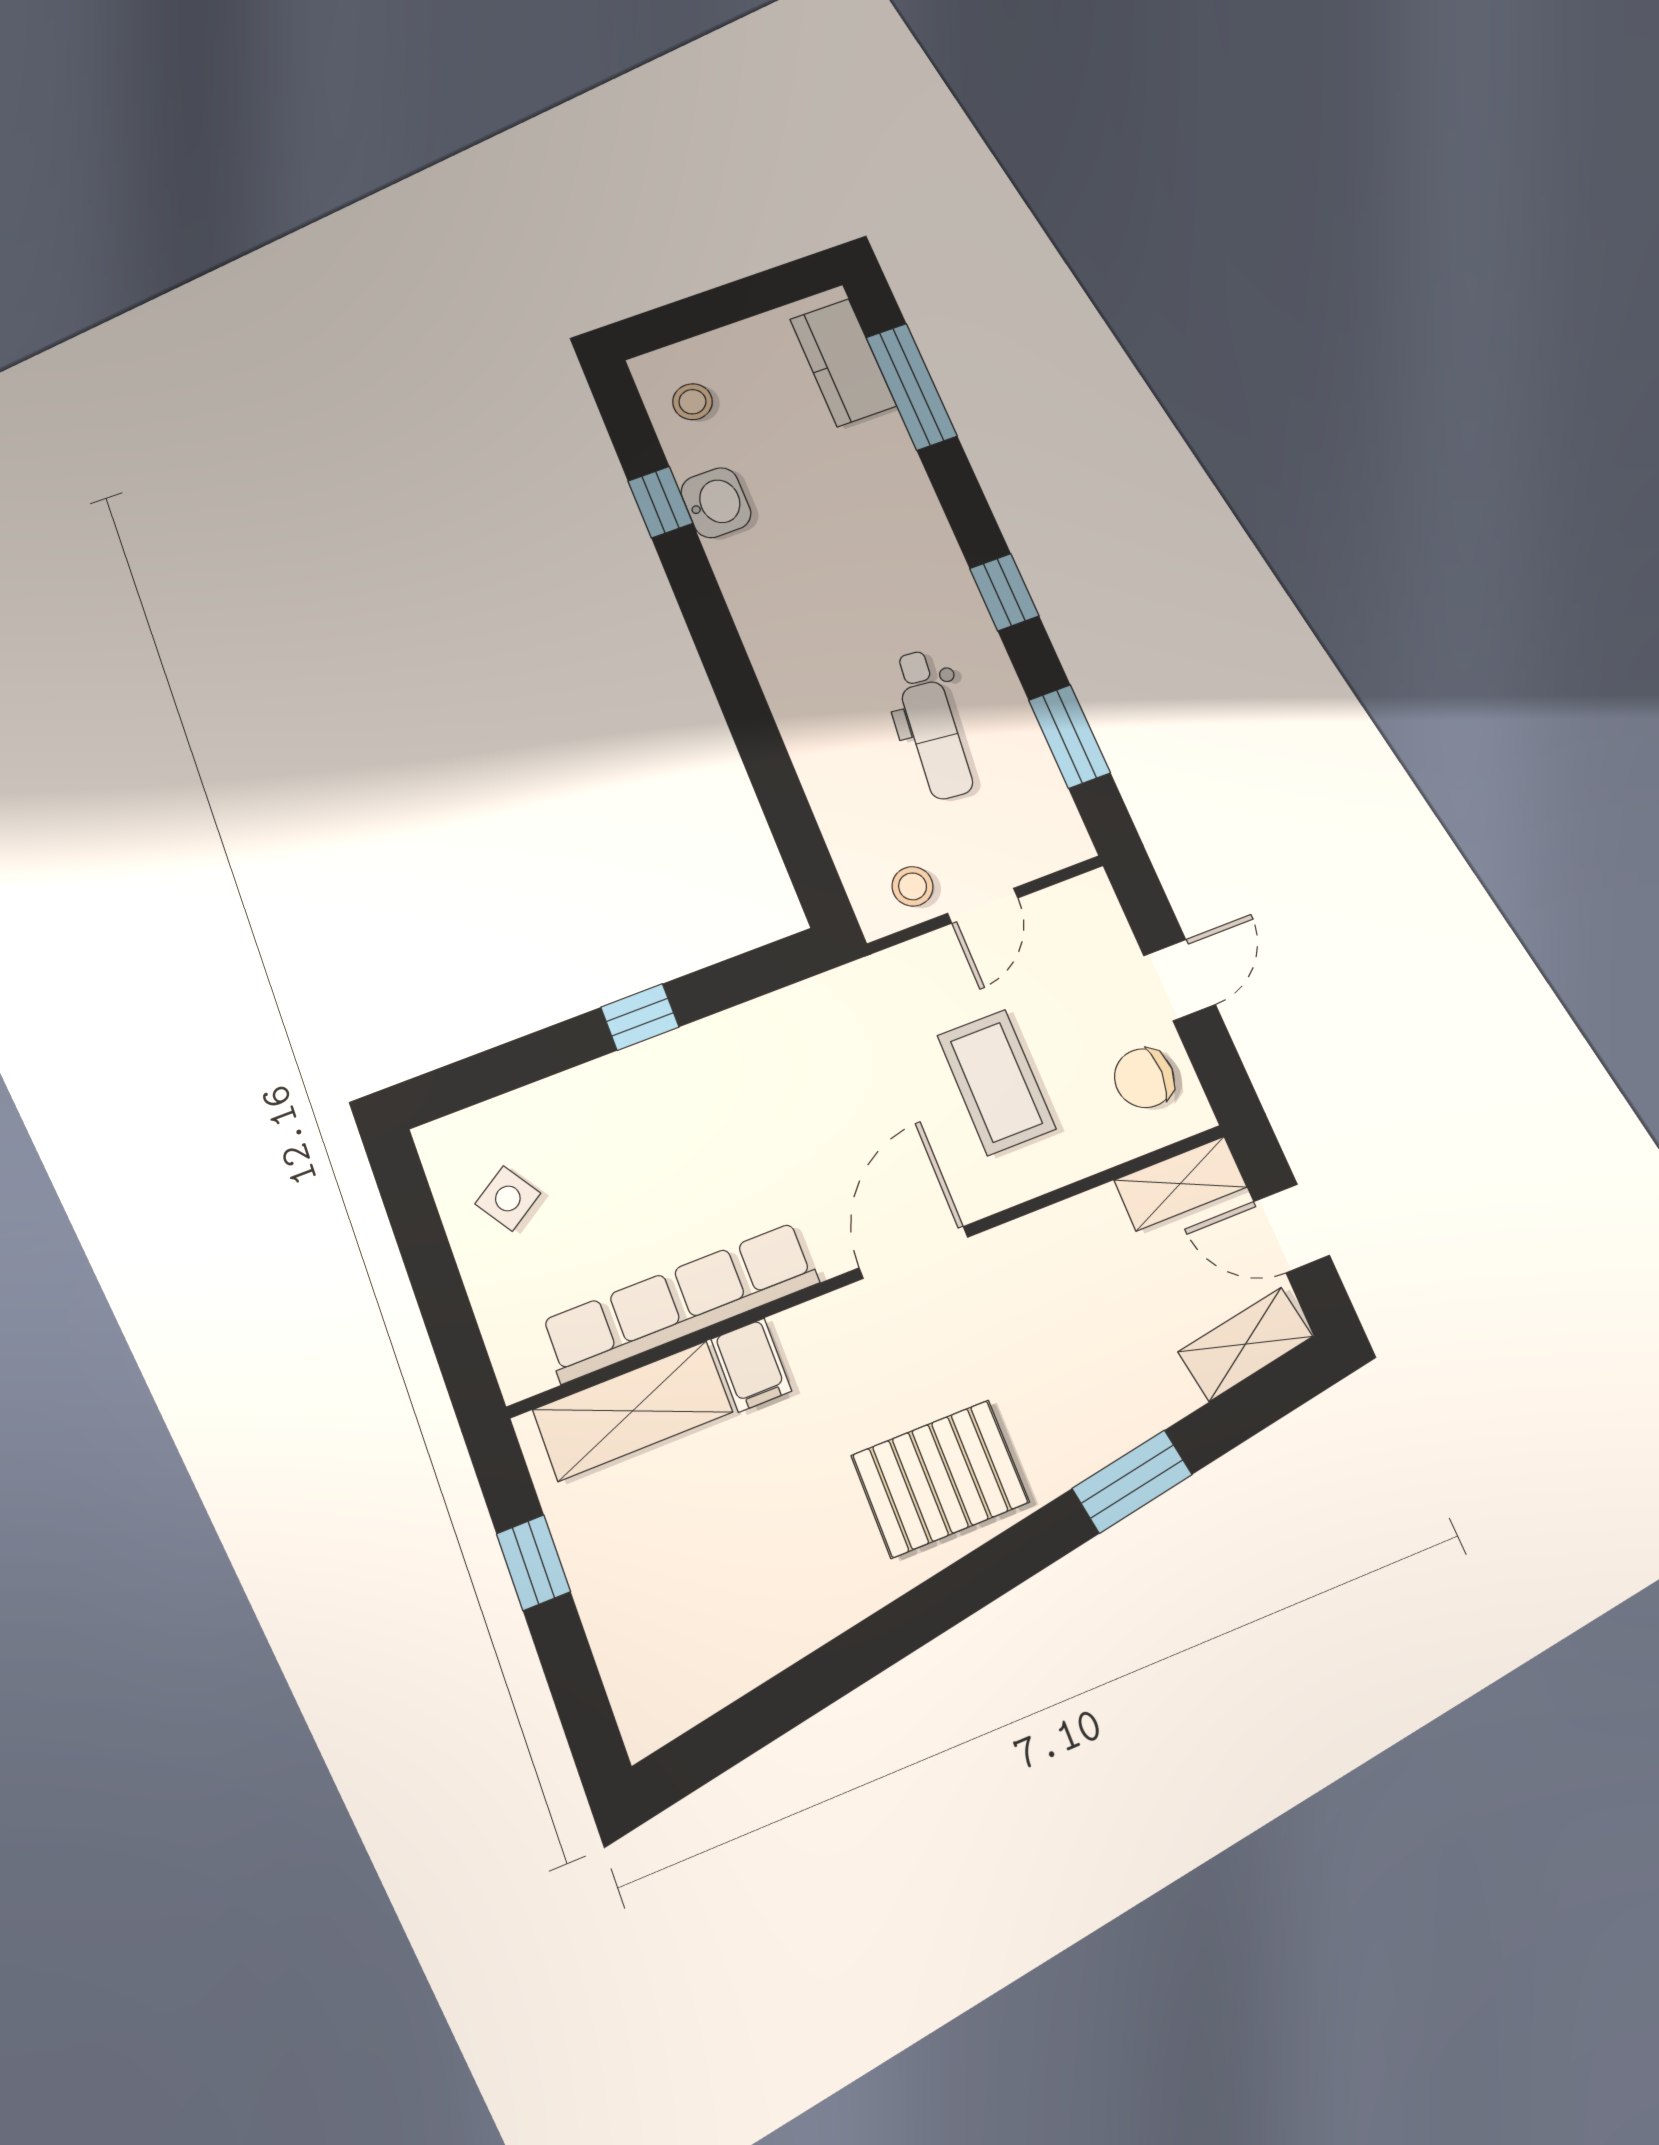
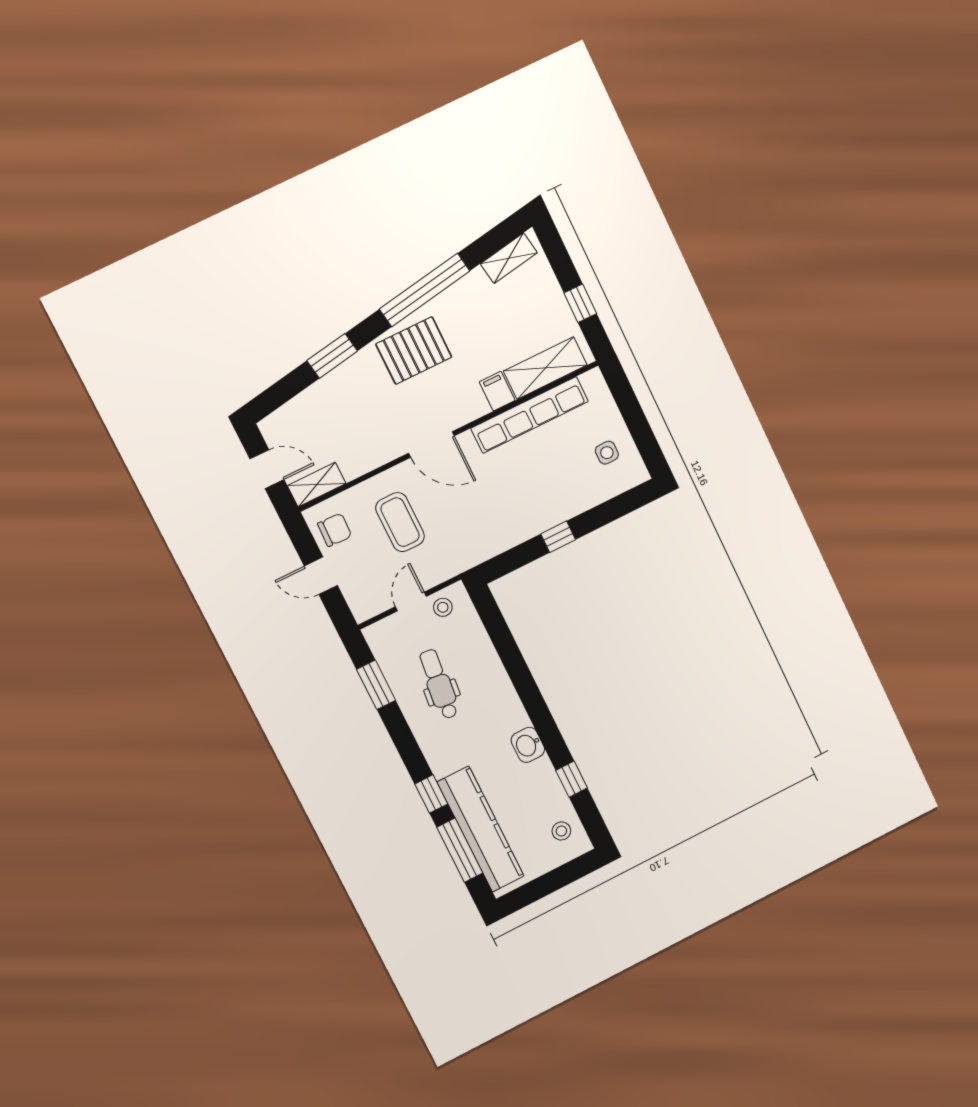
kitchen counter: (843, 362) -> (481, 829), width x2.08, depth x1.17
washbasin: (716, 503) -> (528, 745), moved
window: (1004, 592) -> (431, 794), moved
door: (1179, 980) -> (321, 576), hinge flipped
side table: (508, 1198) -> (607, 453), turned 33
door: (914, 1252) -> (431, 445), hinge flipped
shelving: (1245, 1344) -> (509, 258), moved
window: (905, 1625) -> (425, 290), added

